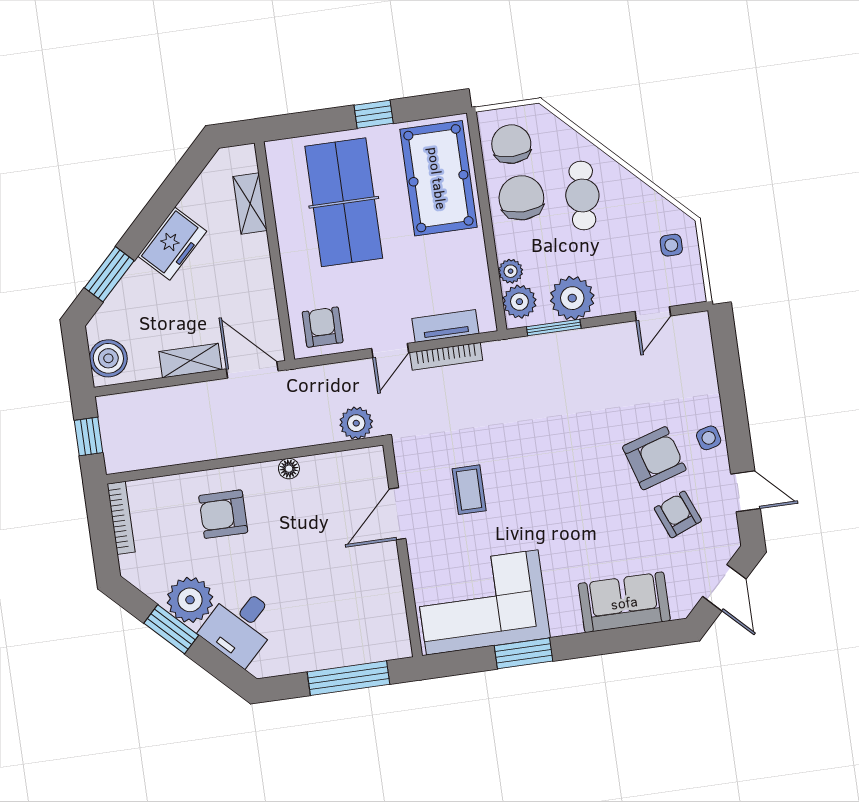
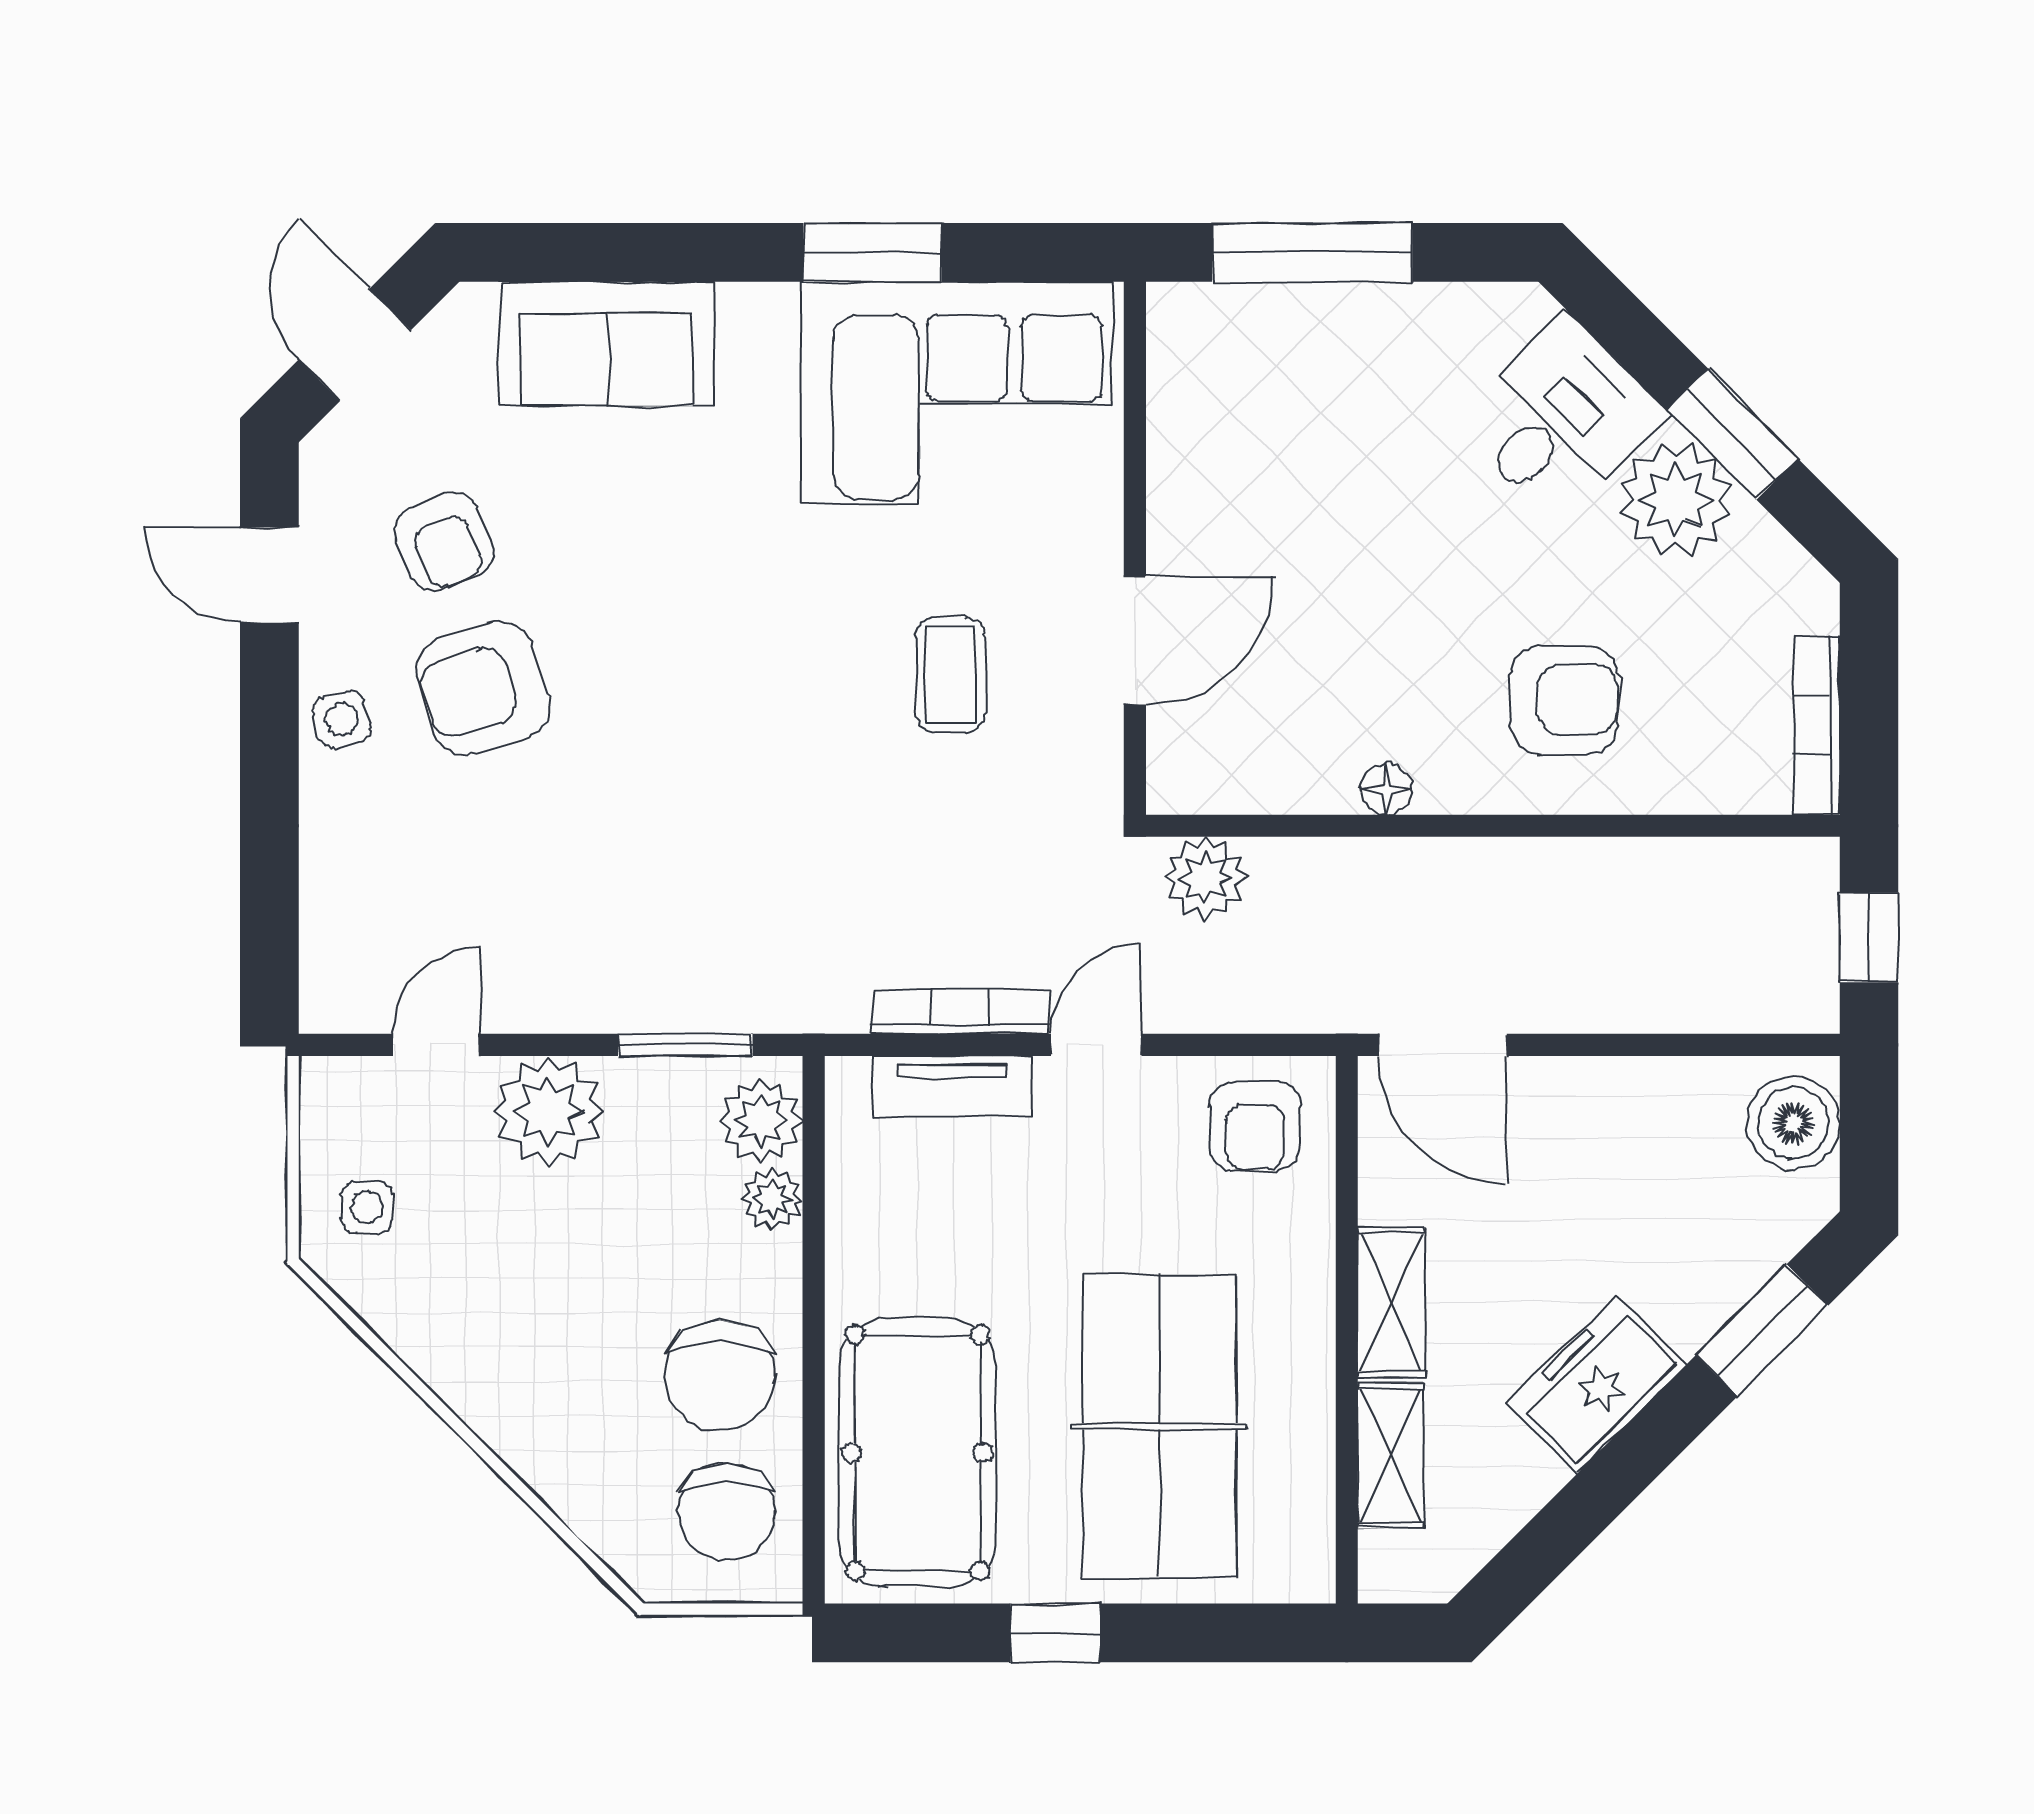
cafe table: (582, 195) -> (569, 1360), removed
plant: (572, 298) -> (548, 1111), moved
shelving: (190, 361) -> (1391, 1303), moved, turned 90

